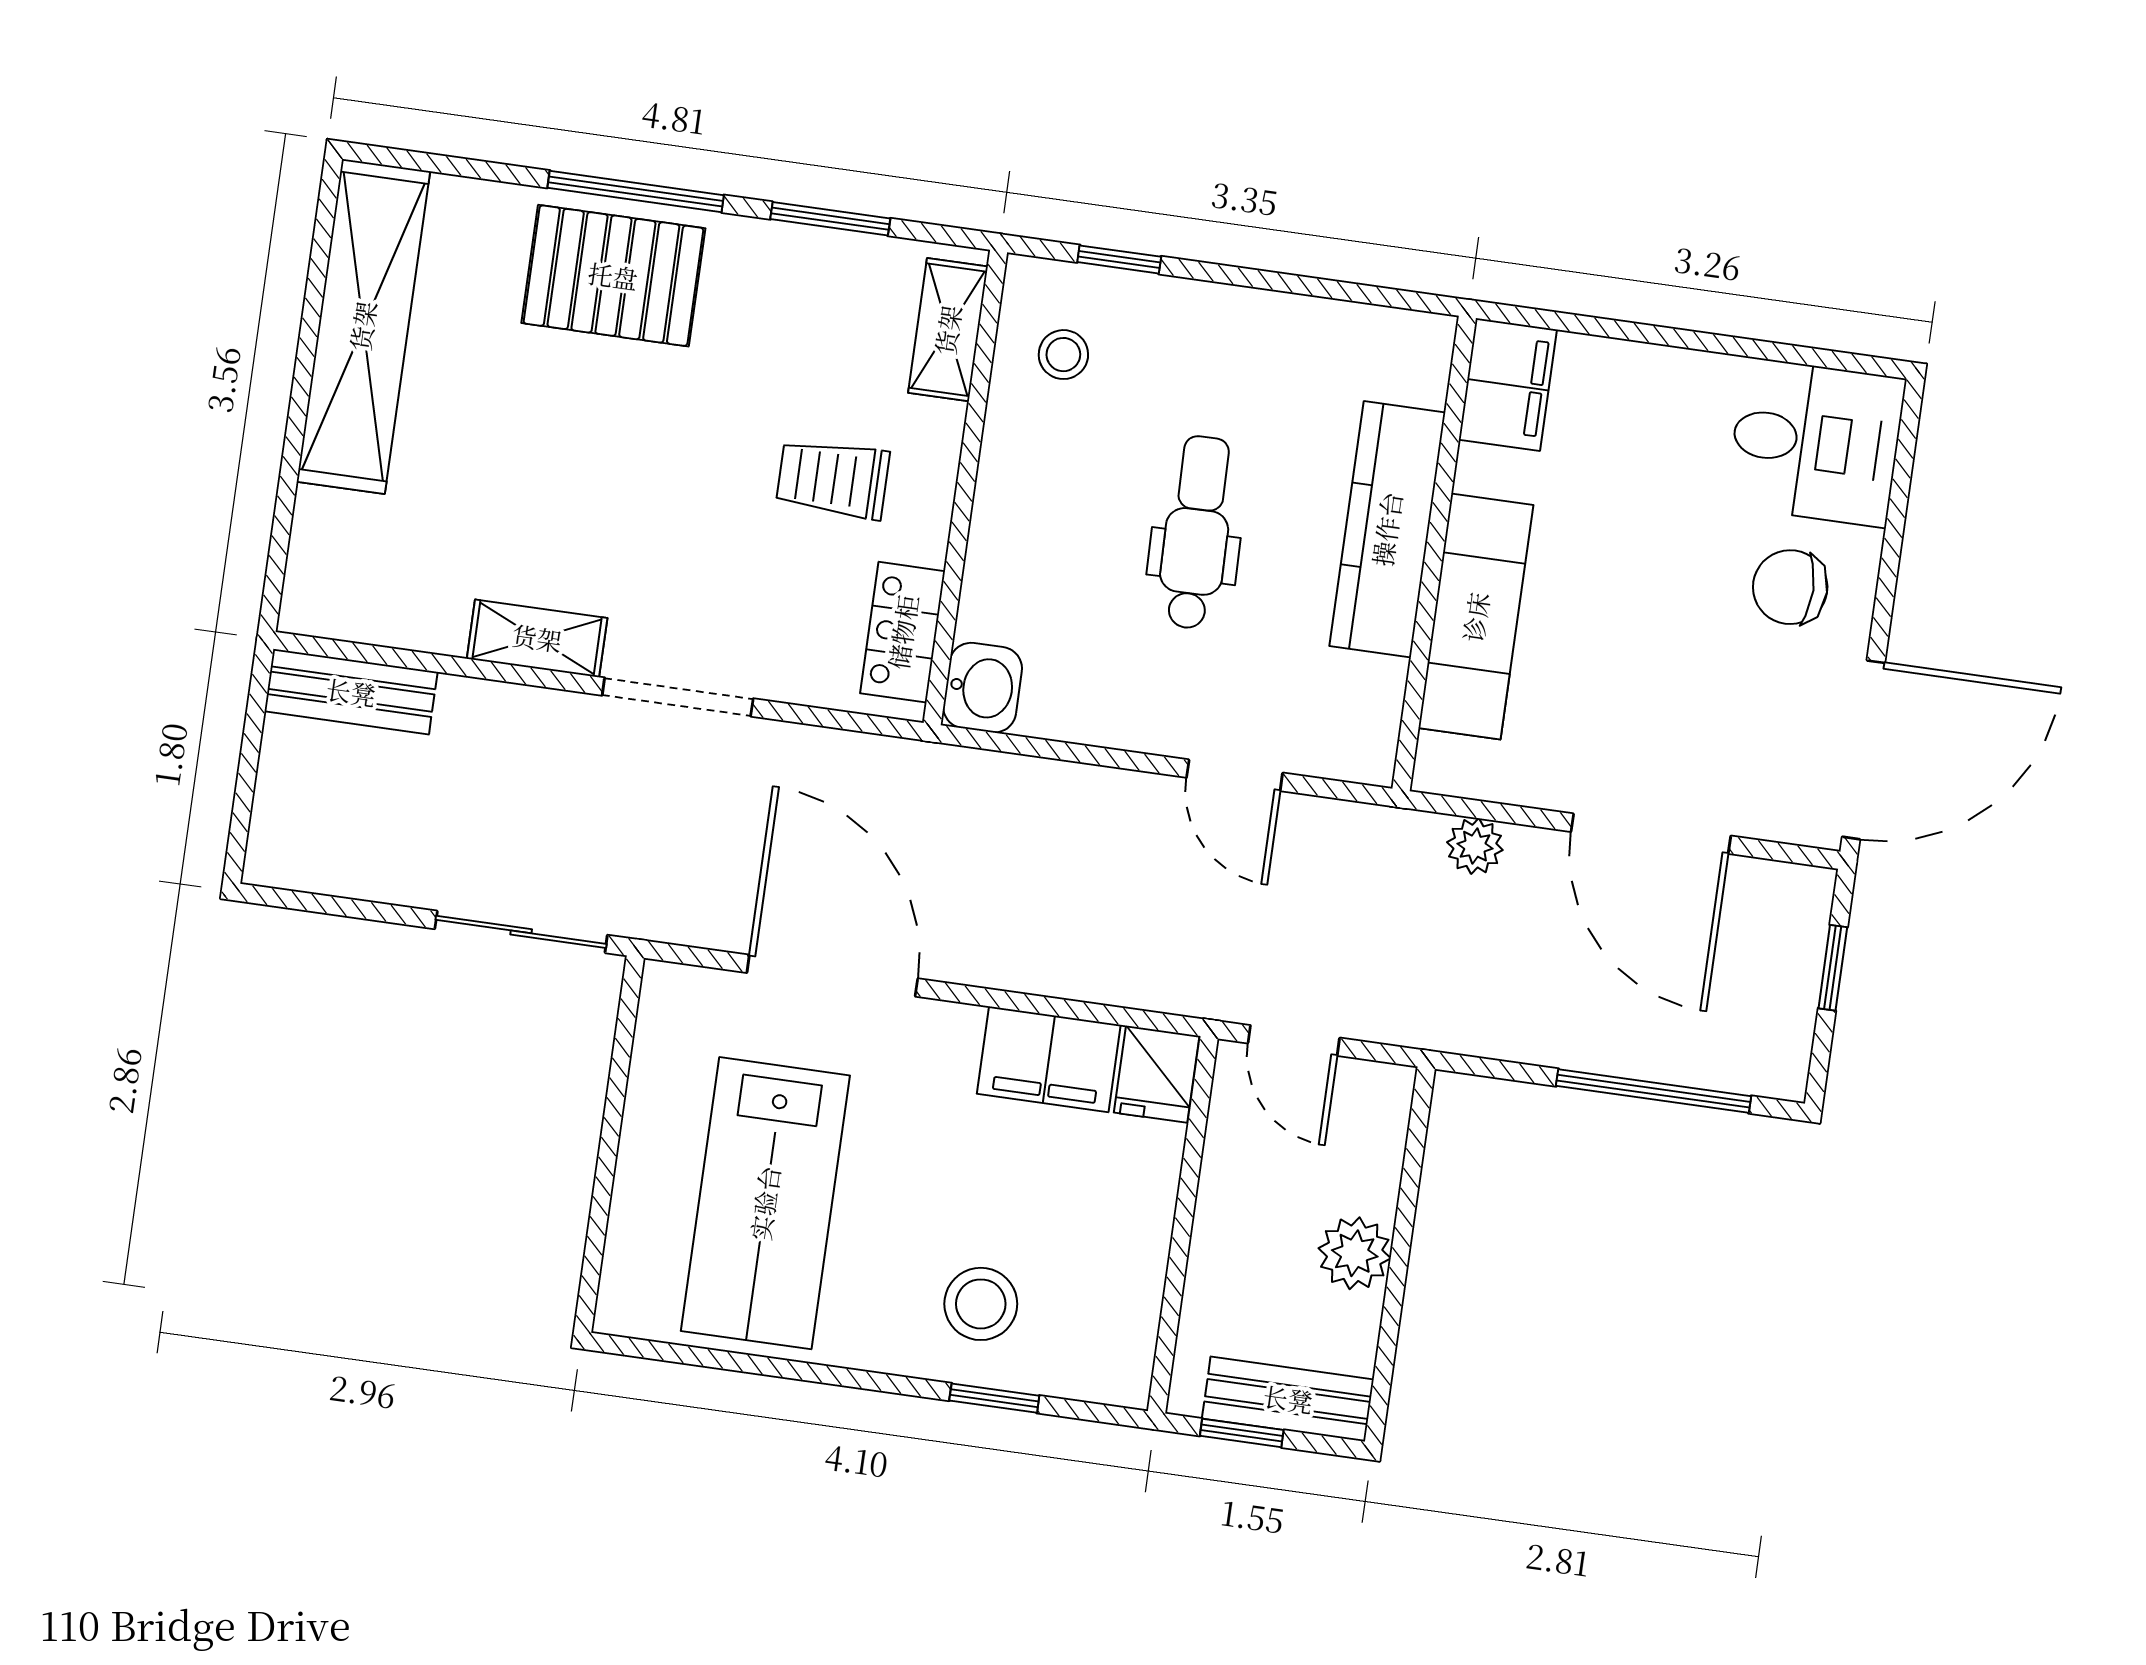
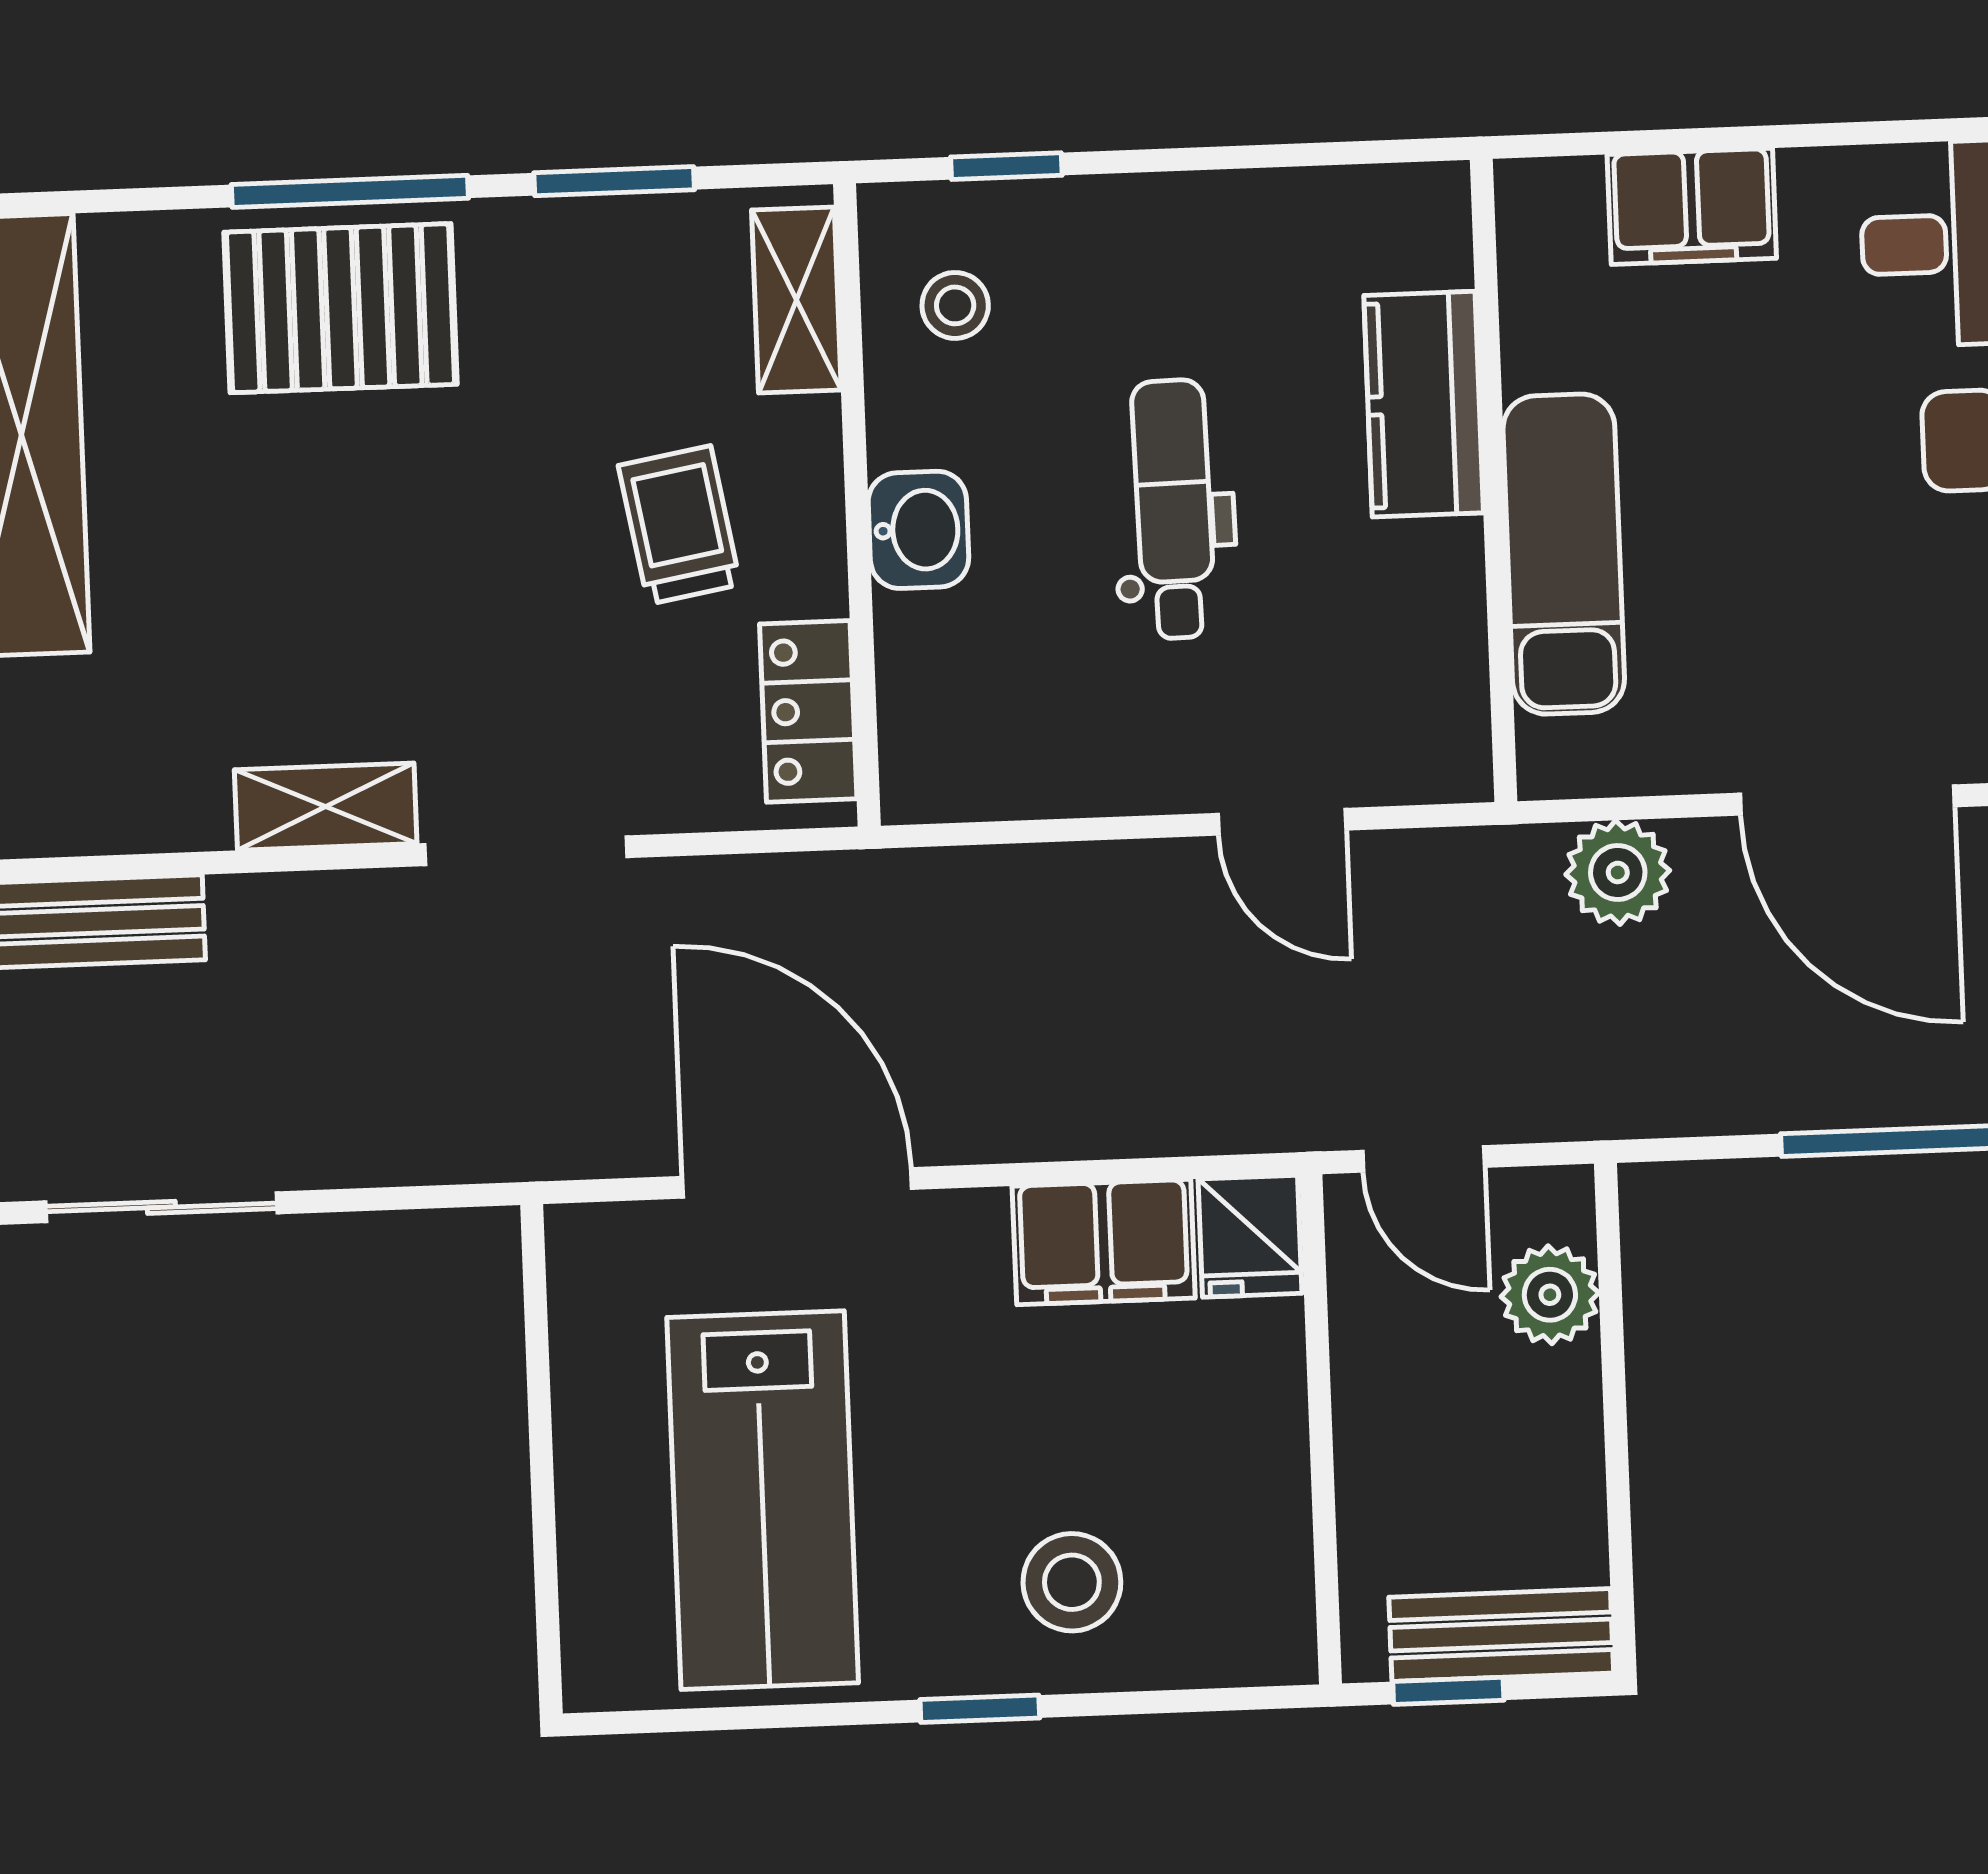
filing cabinet: (1508, 385) -> (1692, 206), moved, turned 90
trolley: (833, 479) -> (679, 525), turned 80
kitchen counter: (1387, 529) -> (1424, 404), width x0.67
washbasin: (983, 688) -> (918, 530), moved
plant: (1475, 846) -> (1618, 872), width x1.38, depth x1.38
sliding door: (521, 932) -> (161, 1207), moved
plant: (1355, 1253) -> (1550, 1295), moved
window: (994, 1398) -> (980, 1709), moved

